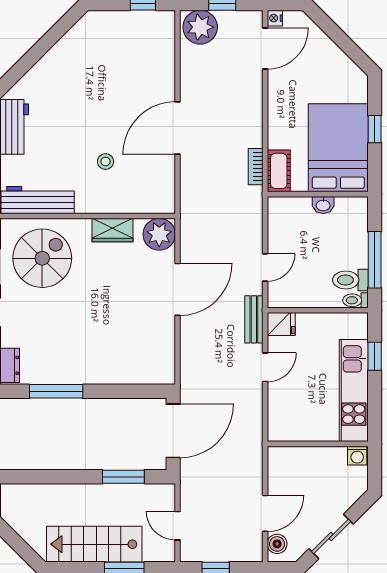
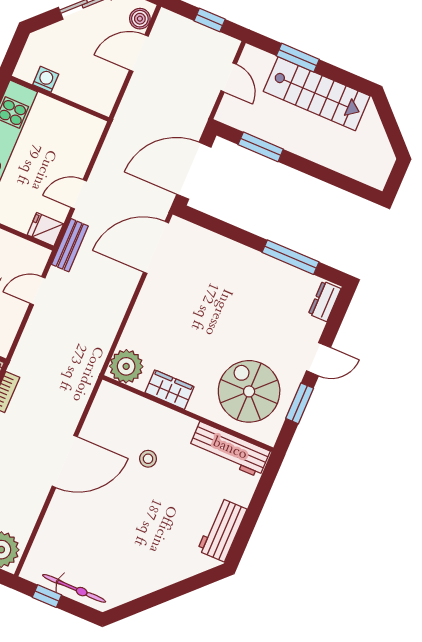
bicycle: (122, 20) -> (74, 588), added
spiral stairs: (42, 258) -> (249, 391), turned 90
door: (177, 289) -> (156, 247), moved
washing machine: (357, 456) -> (46, 79), moved

